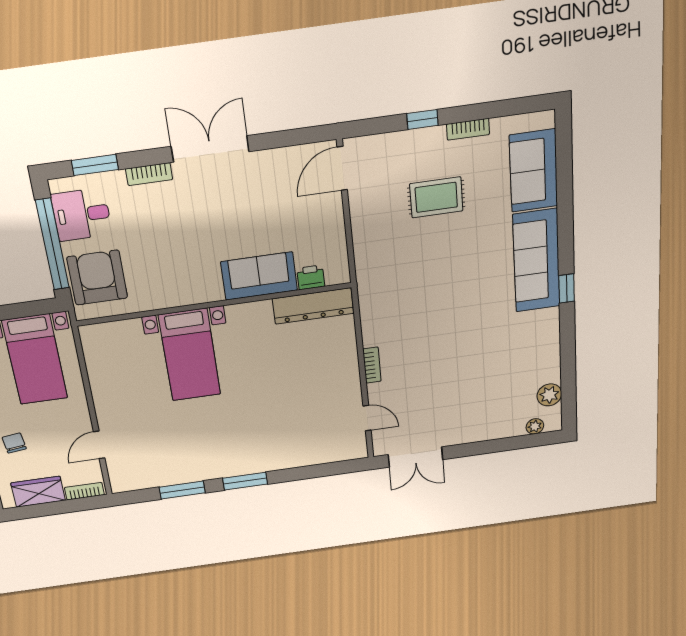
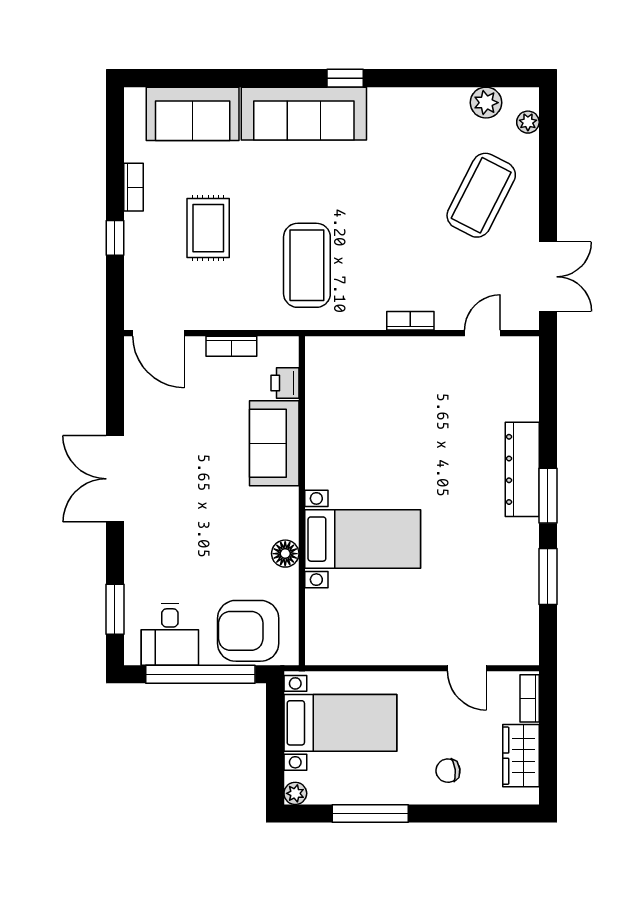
bookcase: (149, 174) -> (231, 346), moved, turned 90
coffee table: (411, 281) -> (307, 265), added
floor lamp: (168, 298) -> (285, 554), added
dresser: (313, 306) -> (522, 469), moved, turned 180
coffee table: (476, 402) -> (481, 195), added

